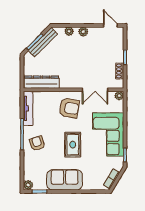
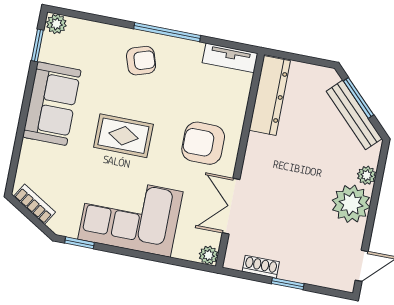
plant: (83, 32) -> (351, 204), width x1.87, depth x1.87
tv unit: (28, 108) -> (230, 58), width x0.71
armchair: (69, 108) -> (203, 143), turned 80

